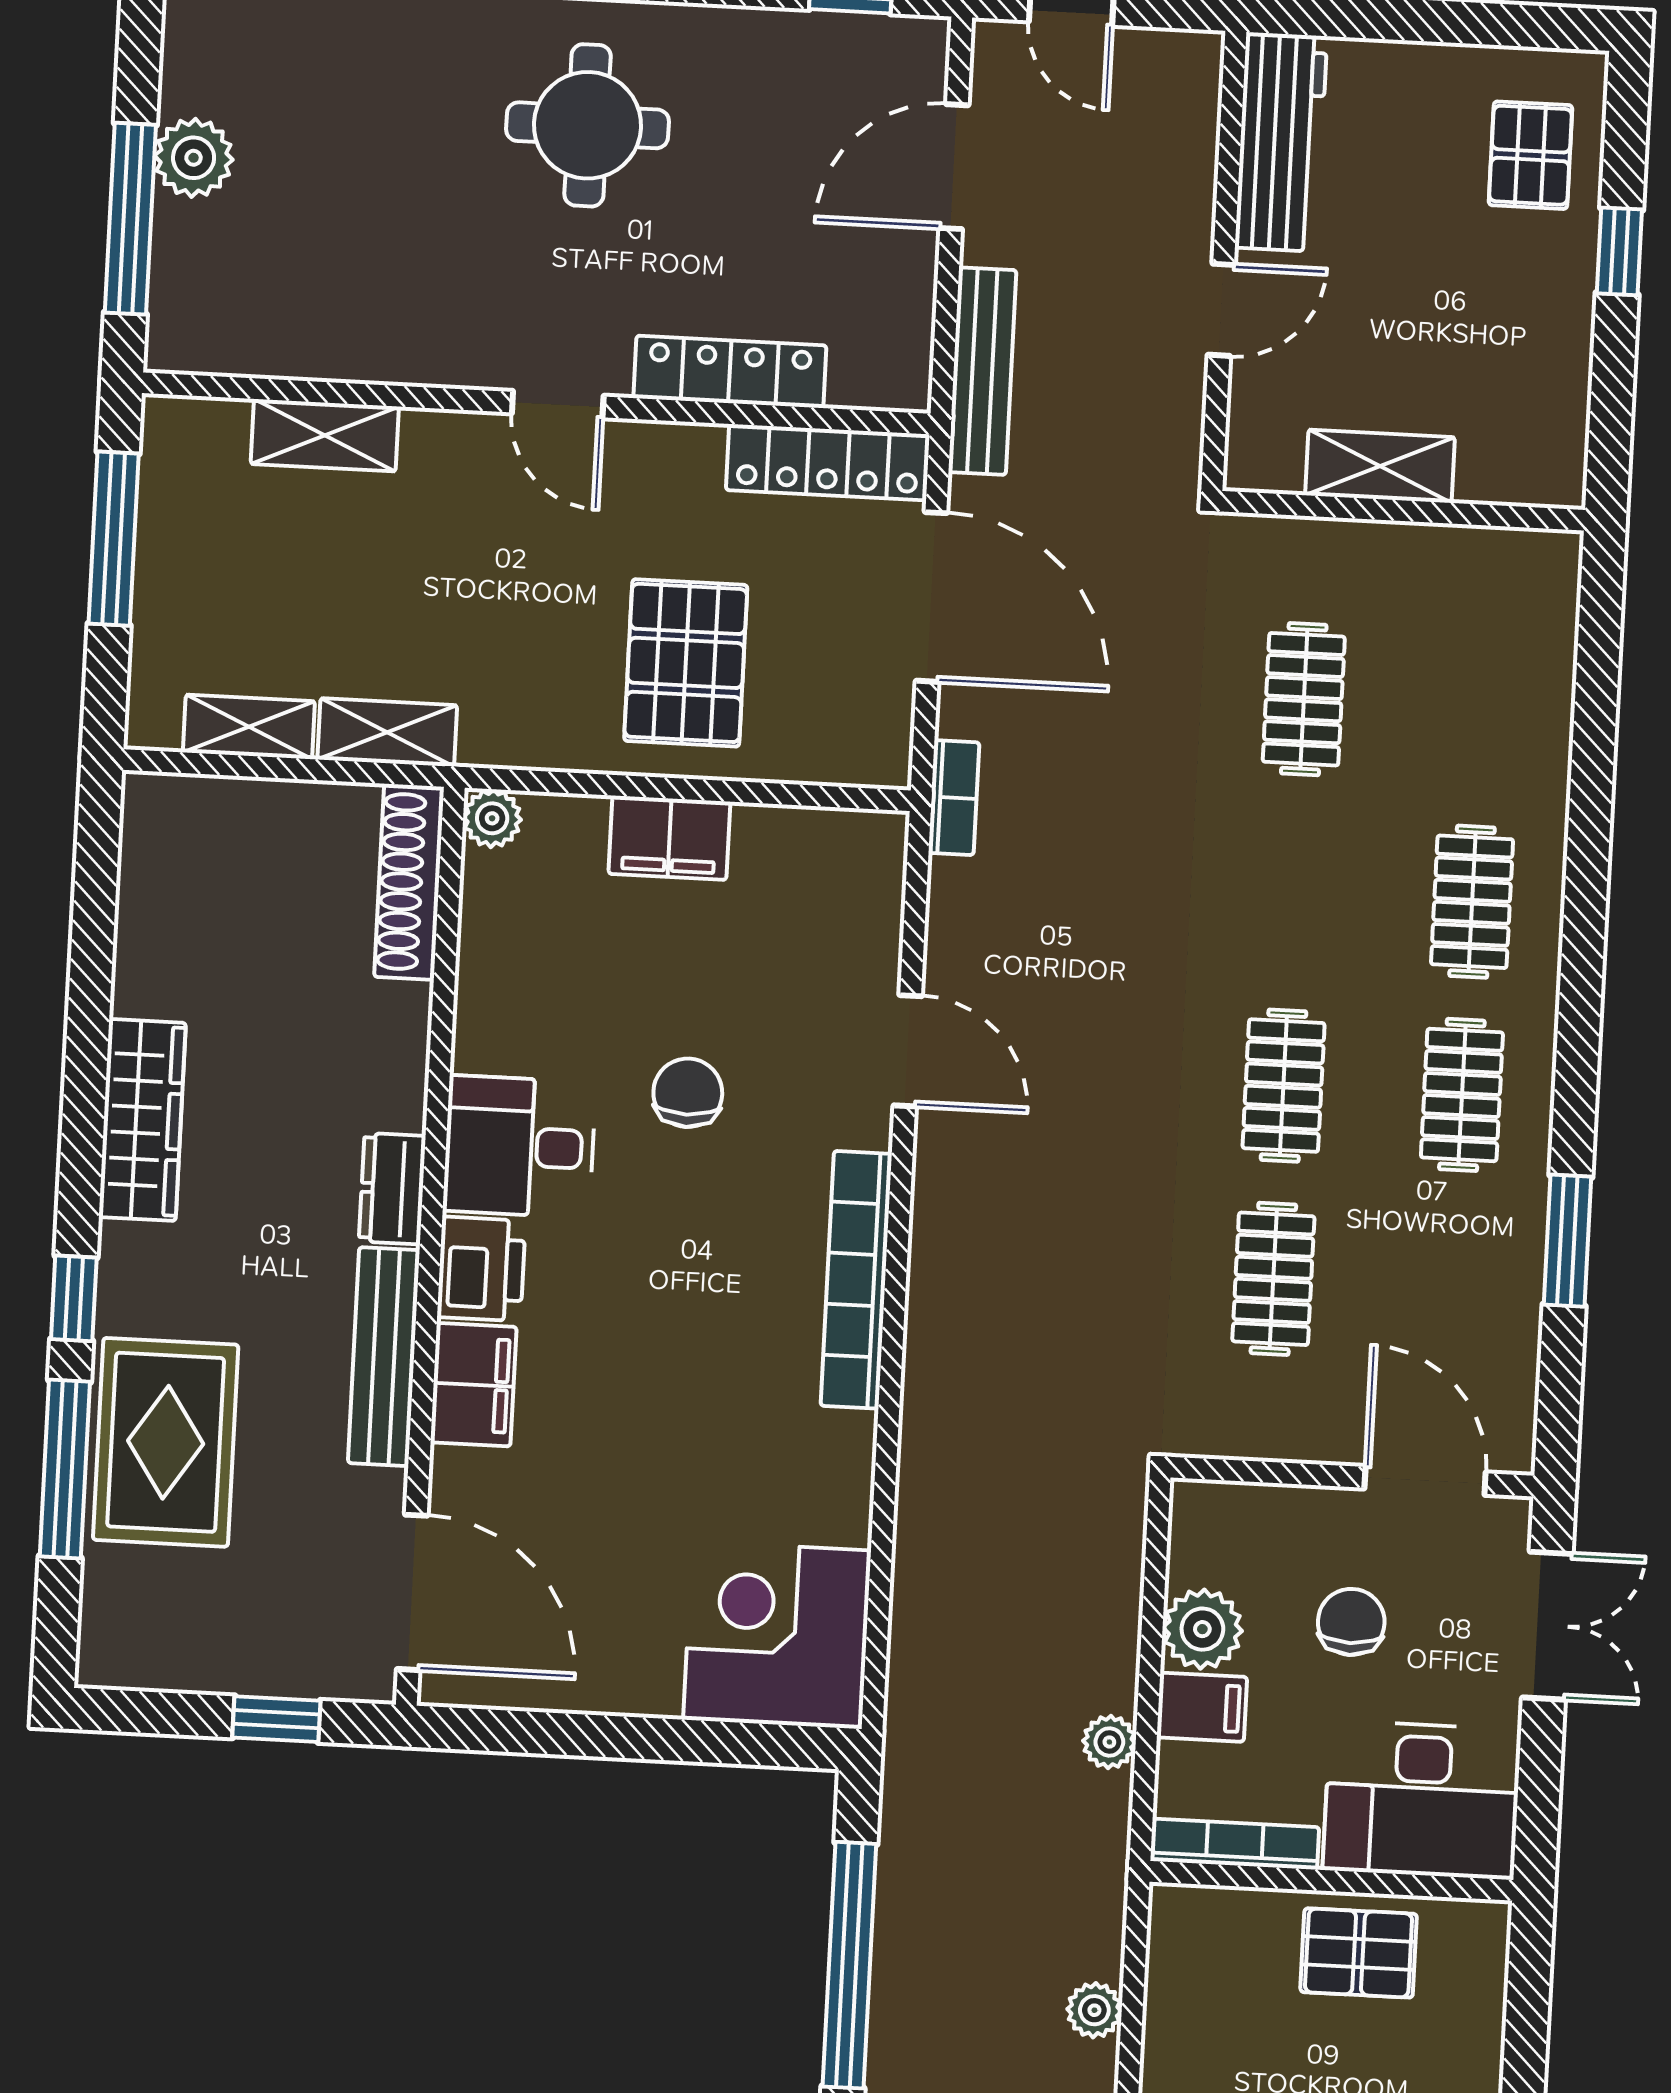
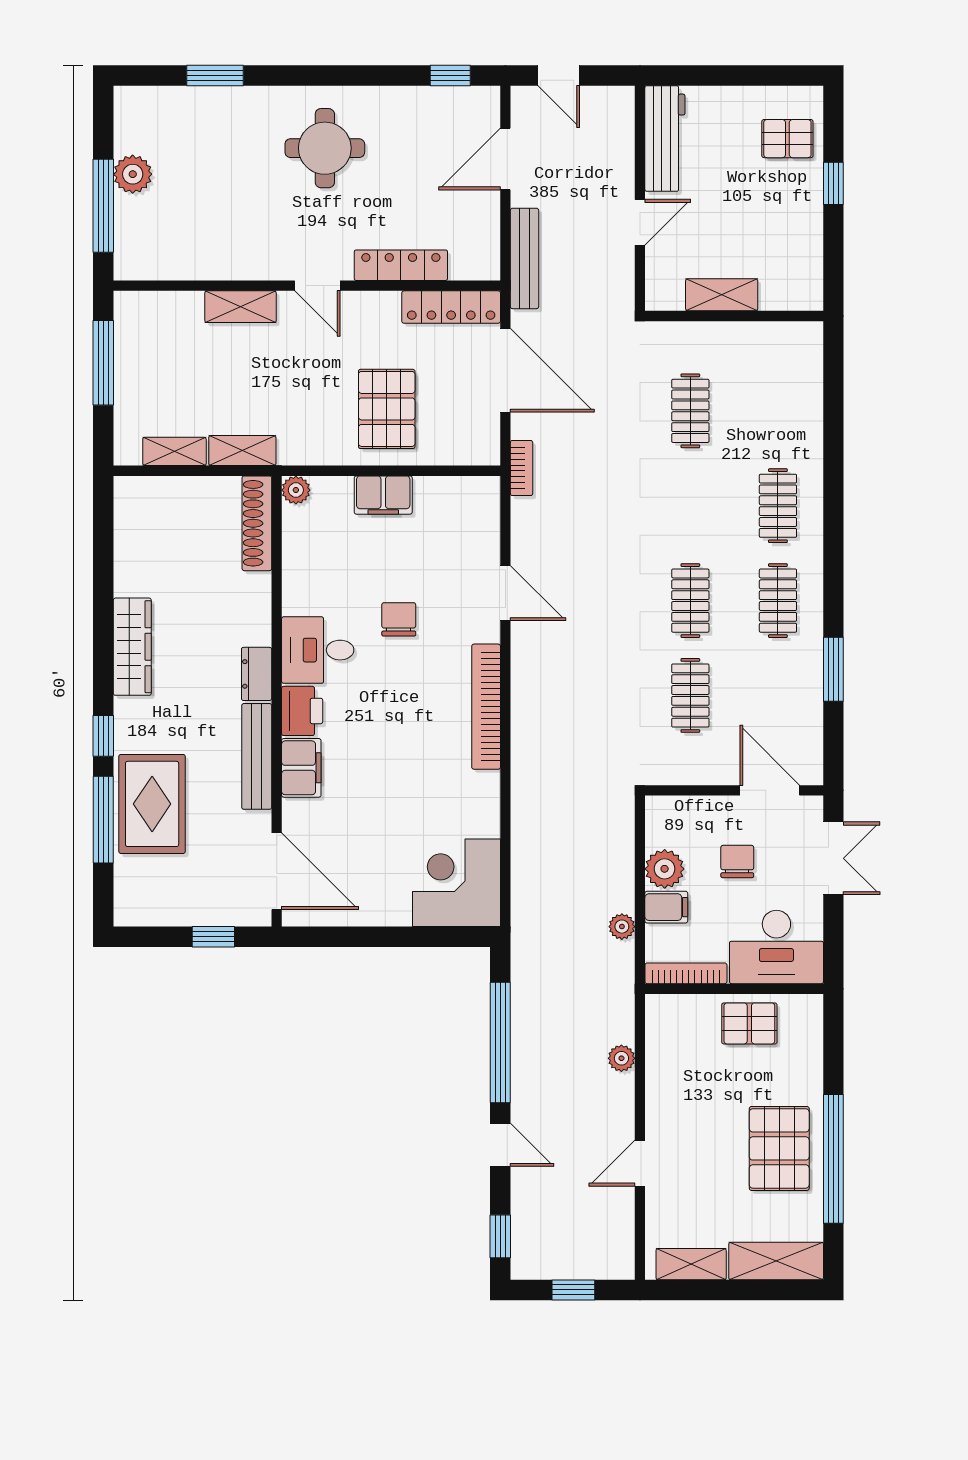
pallet: (1531, 155) -> (787, 139), turned 90
shelving: (325, 435) -> (241, 307), moved

